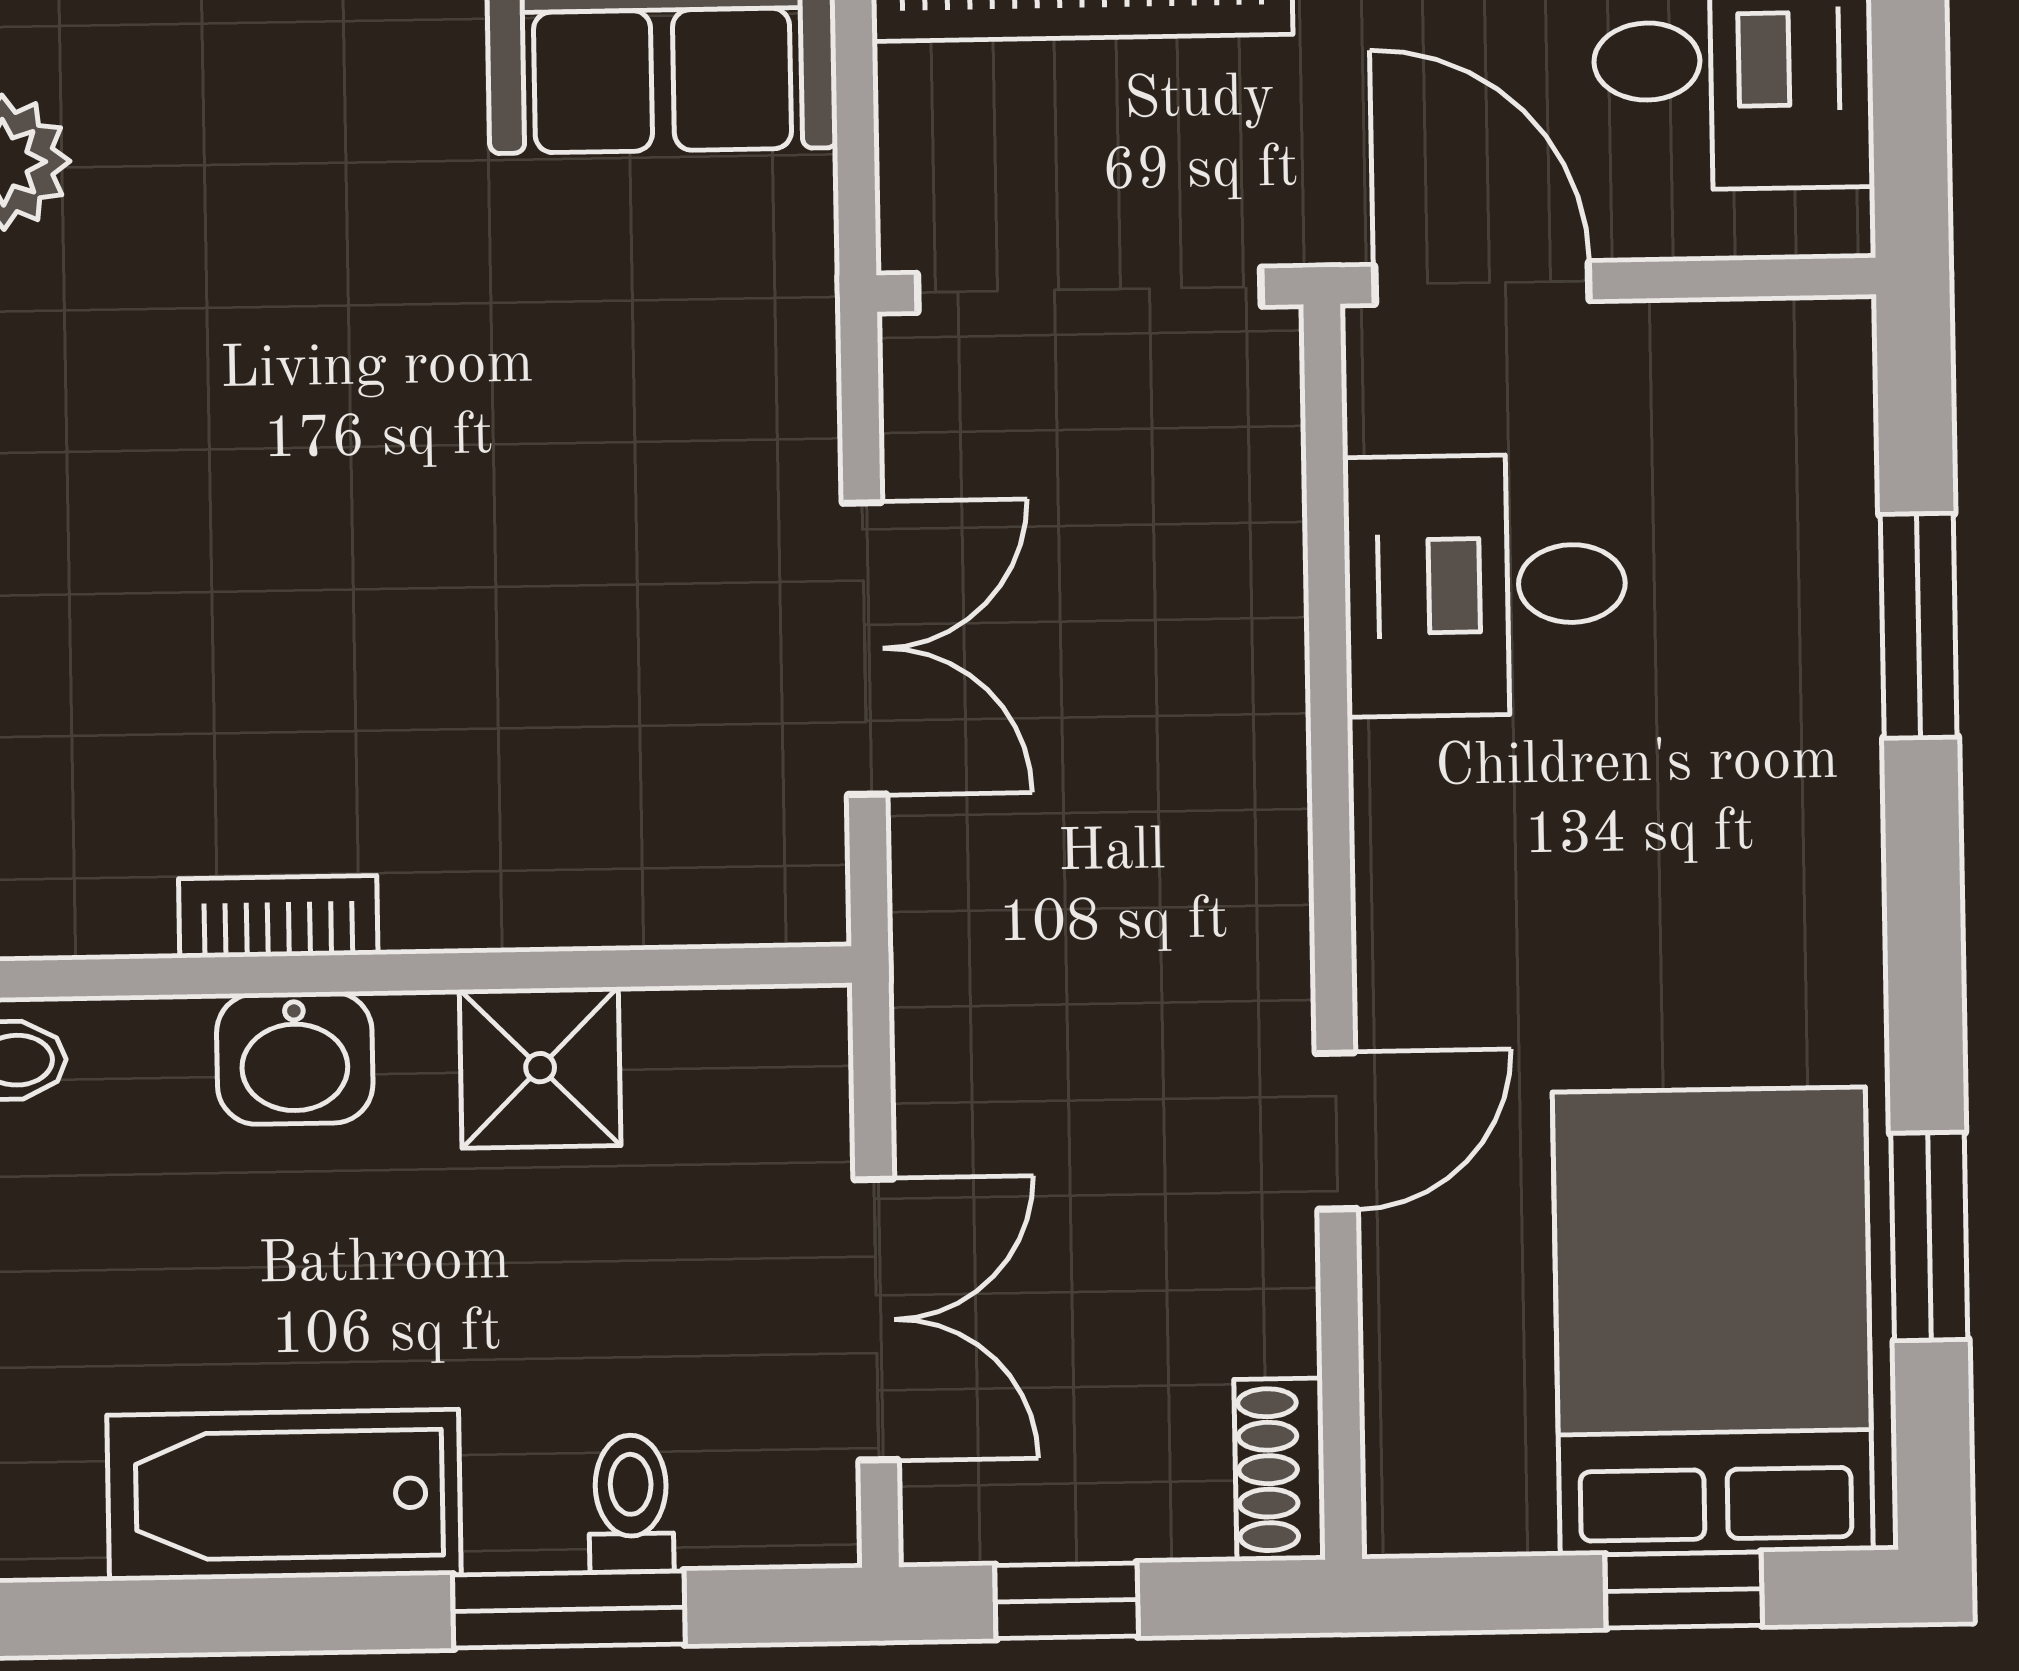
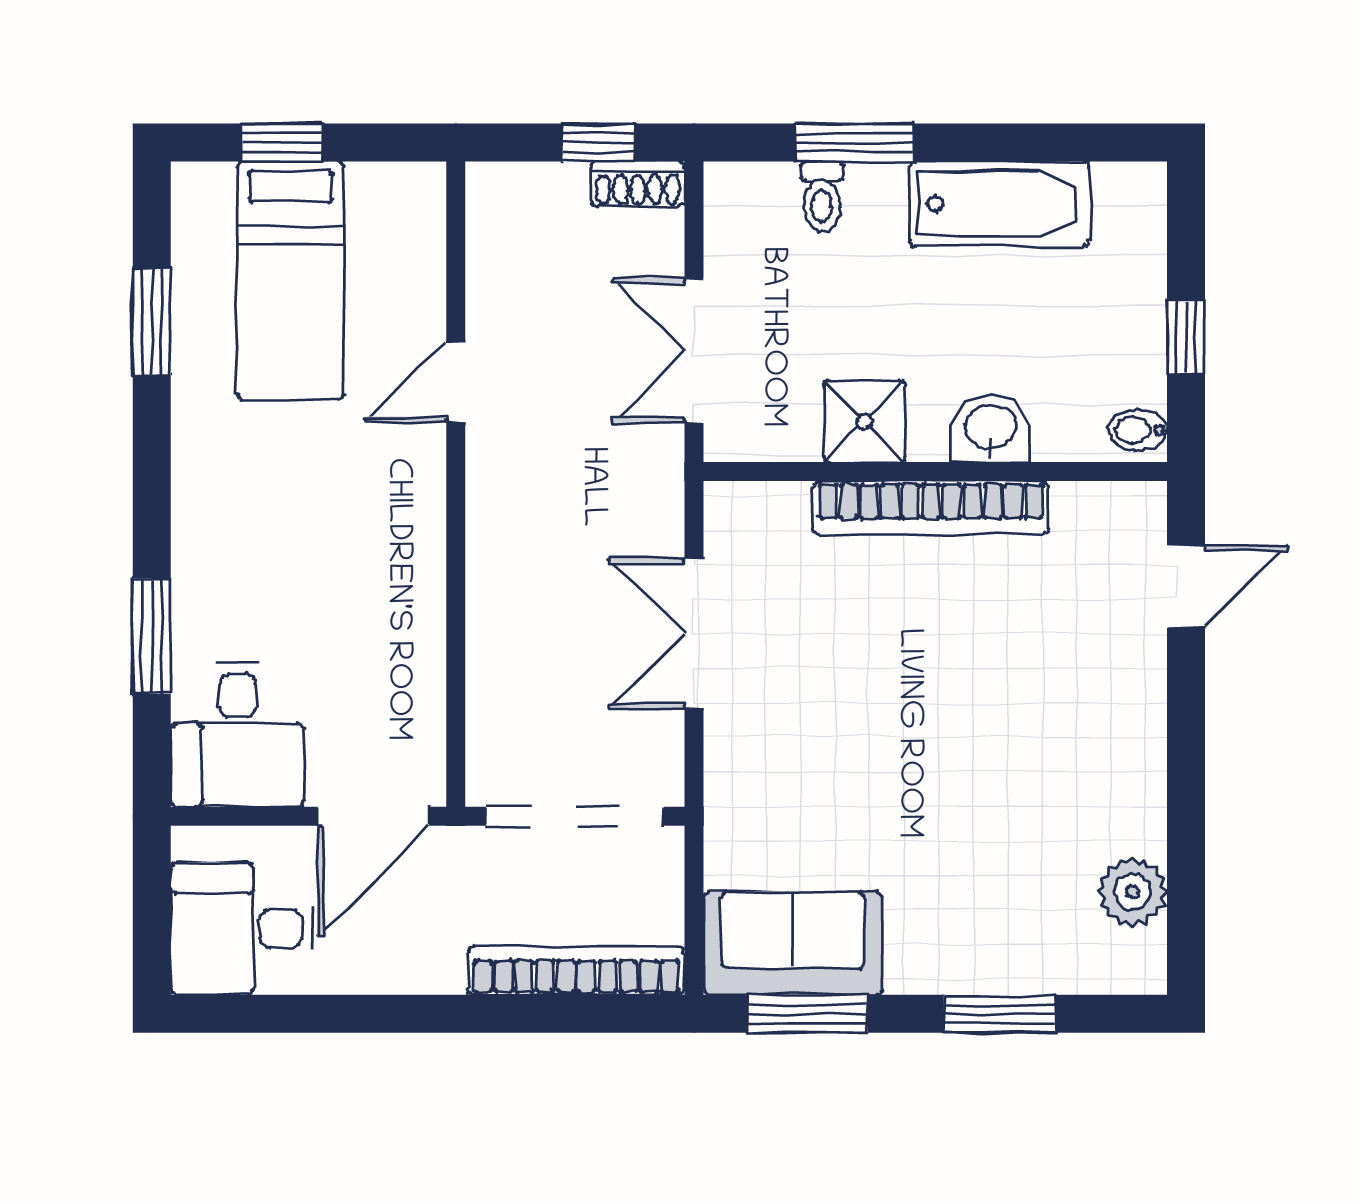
door: (1482, 283) -> (373, 816), hinge flipped
desk: (1485, 585) -> (237, 735), moved, turned 90
bookcase: (278, 917) -> (931, 508), width x2.31, depth x1.31
double door: (876, 1320) -> (694, 351), moved
bed: (1713, 1321) -> (291, 280), width x0.67
shoe rack: (1280, 1470) -> (638, 184), moved, turned 90

